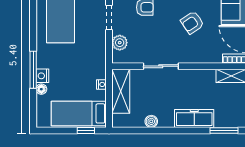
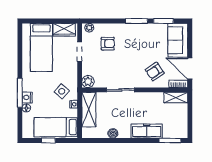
armchair: (192, 23) -> (155, 71), moved
plant: (120, 43) -> (88, 82), moved
side table: (86, 68) -> (62, 91), added
window: (86, 130) -> (48, 140), moved

